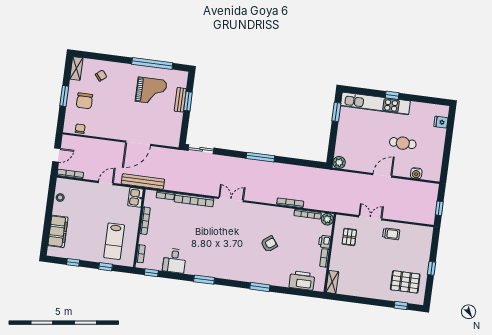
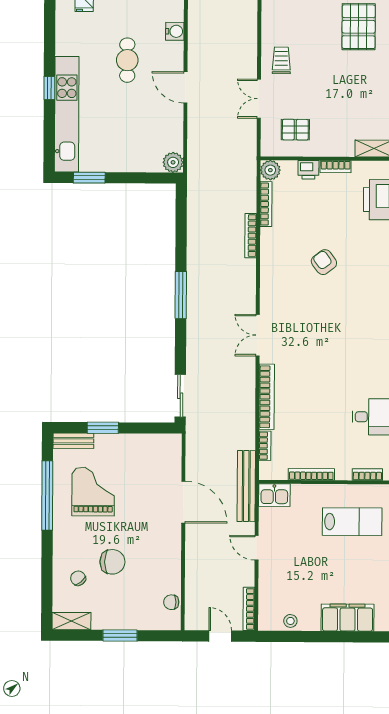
bench: (180, 100) -> (73, 441), moved
chair: (84, 101) -> (112, 562), moved

